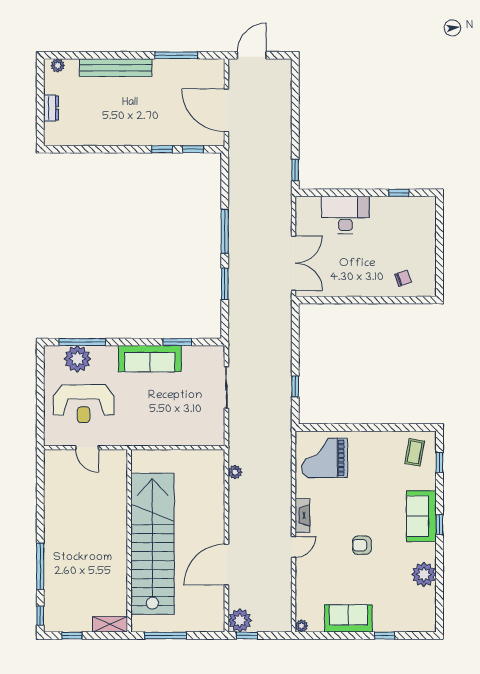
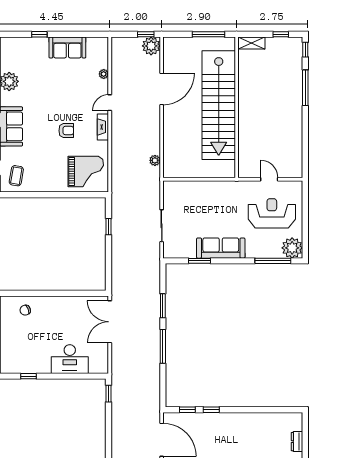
plant: (77, 359) -> (292, 248), moved
armchair: (362, 545) -> (66, 131), moved
plant: (301, 626) -> (104, 74), moved

